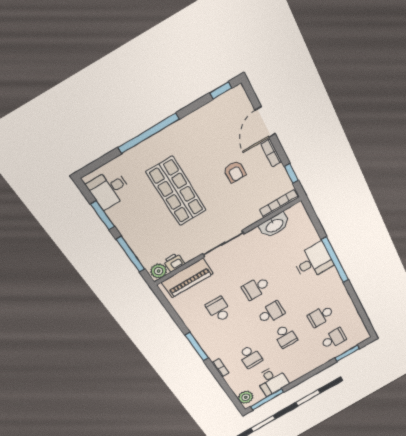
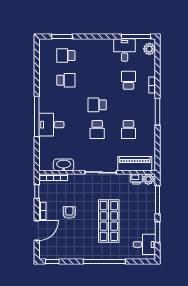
school desk: (256, 288) -> (97, 130), turned 90
school desk: (285, 336) -> (97, 80), removed

